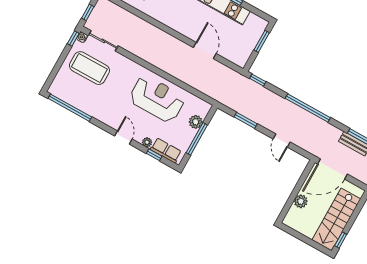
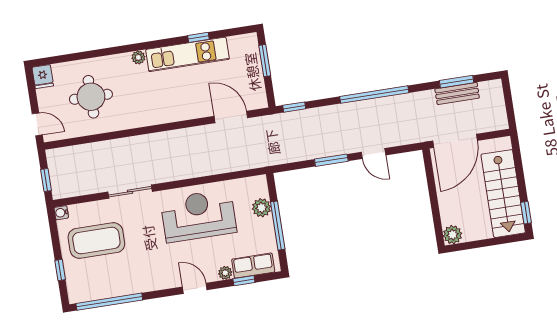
window: (73, 38) -> (60, 270), moved
sliding door: (103, 41) -> (130, 192), moved
door: (205, 51) -> (231, 117), moved
window: (246, 120) -> (331, 160), moved
plant: (301, 201) -> (453, 235), moved

